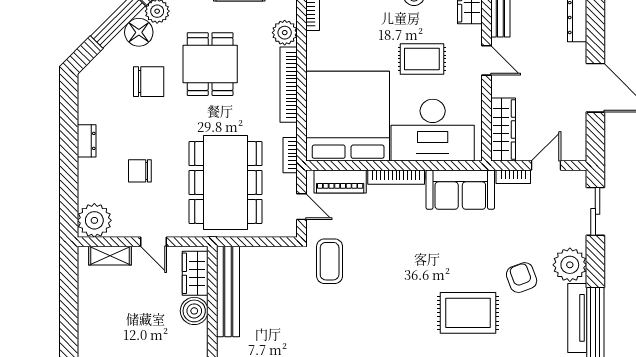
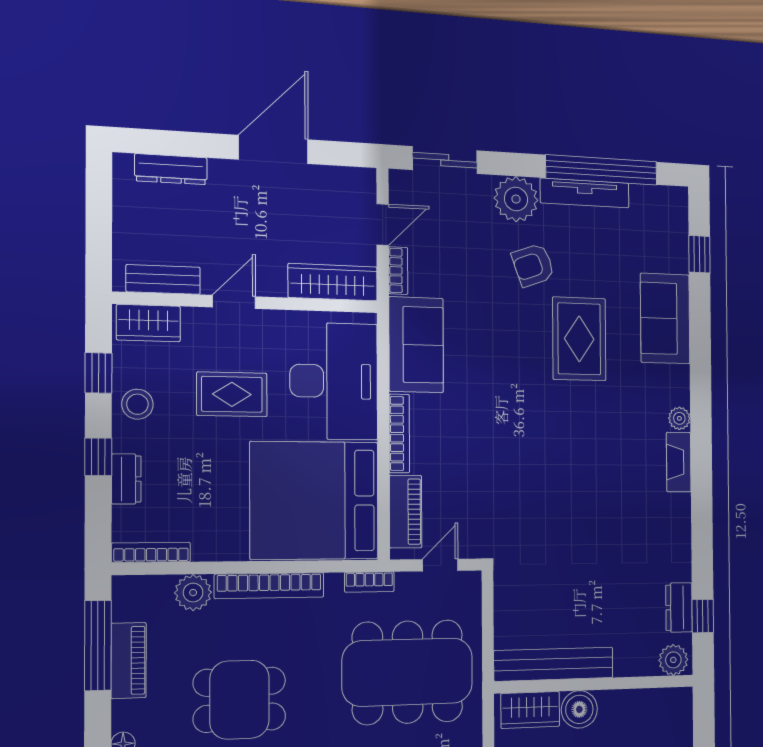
rug: (422, 59) -> (232, 394), turned 90
door: (546, 165) -> (383, 225), swing flipped
coffee table: (330, 261) -> (513, 526), removed

